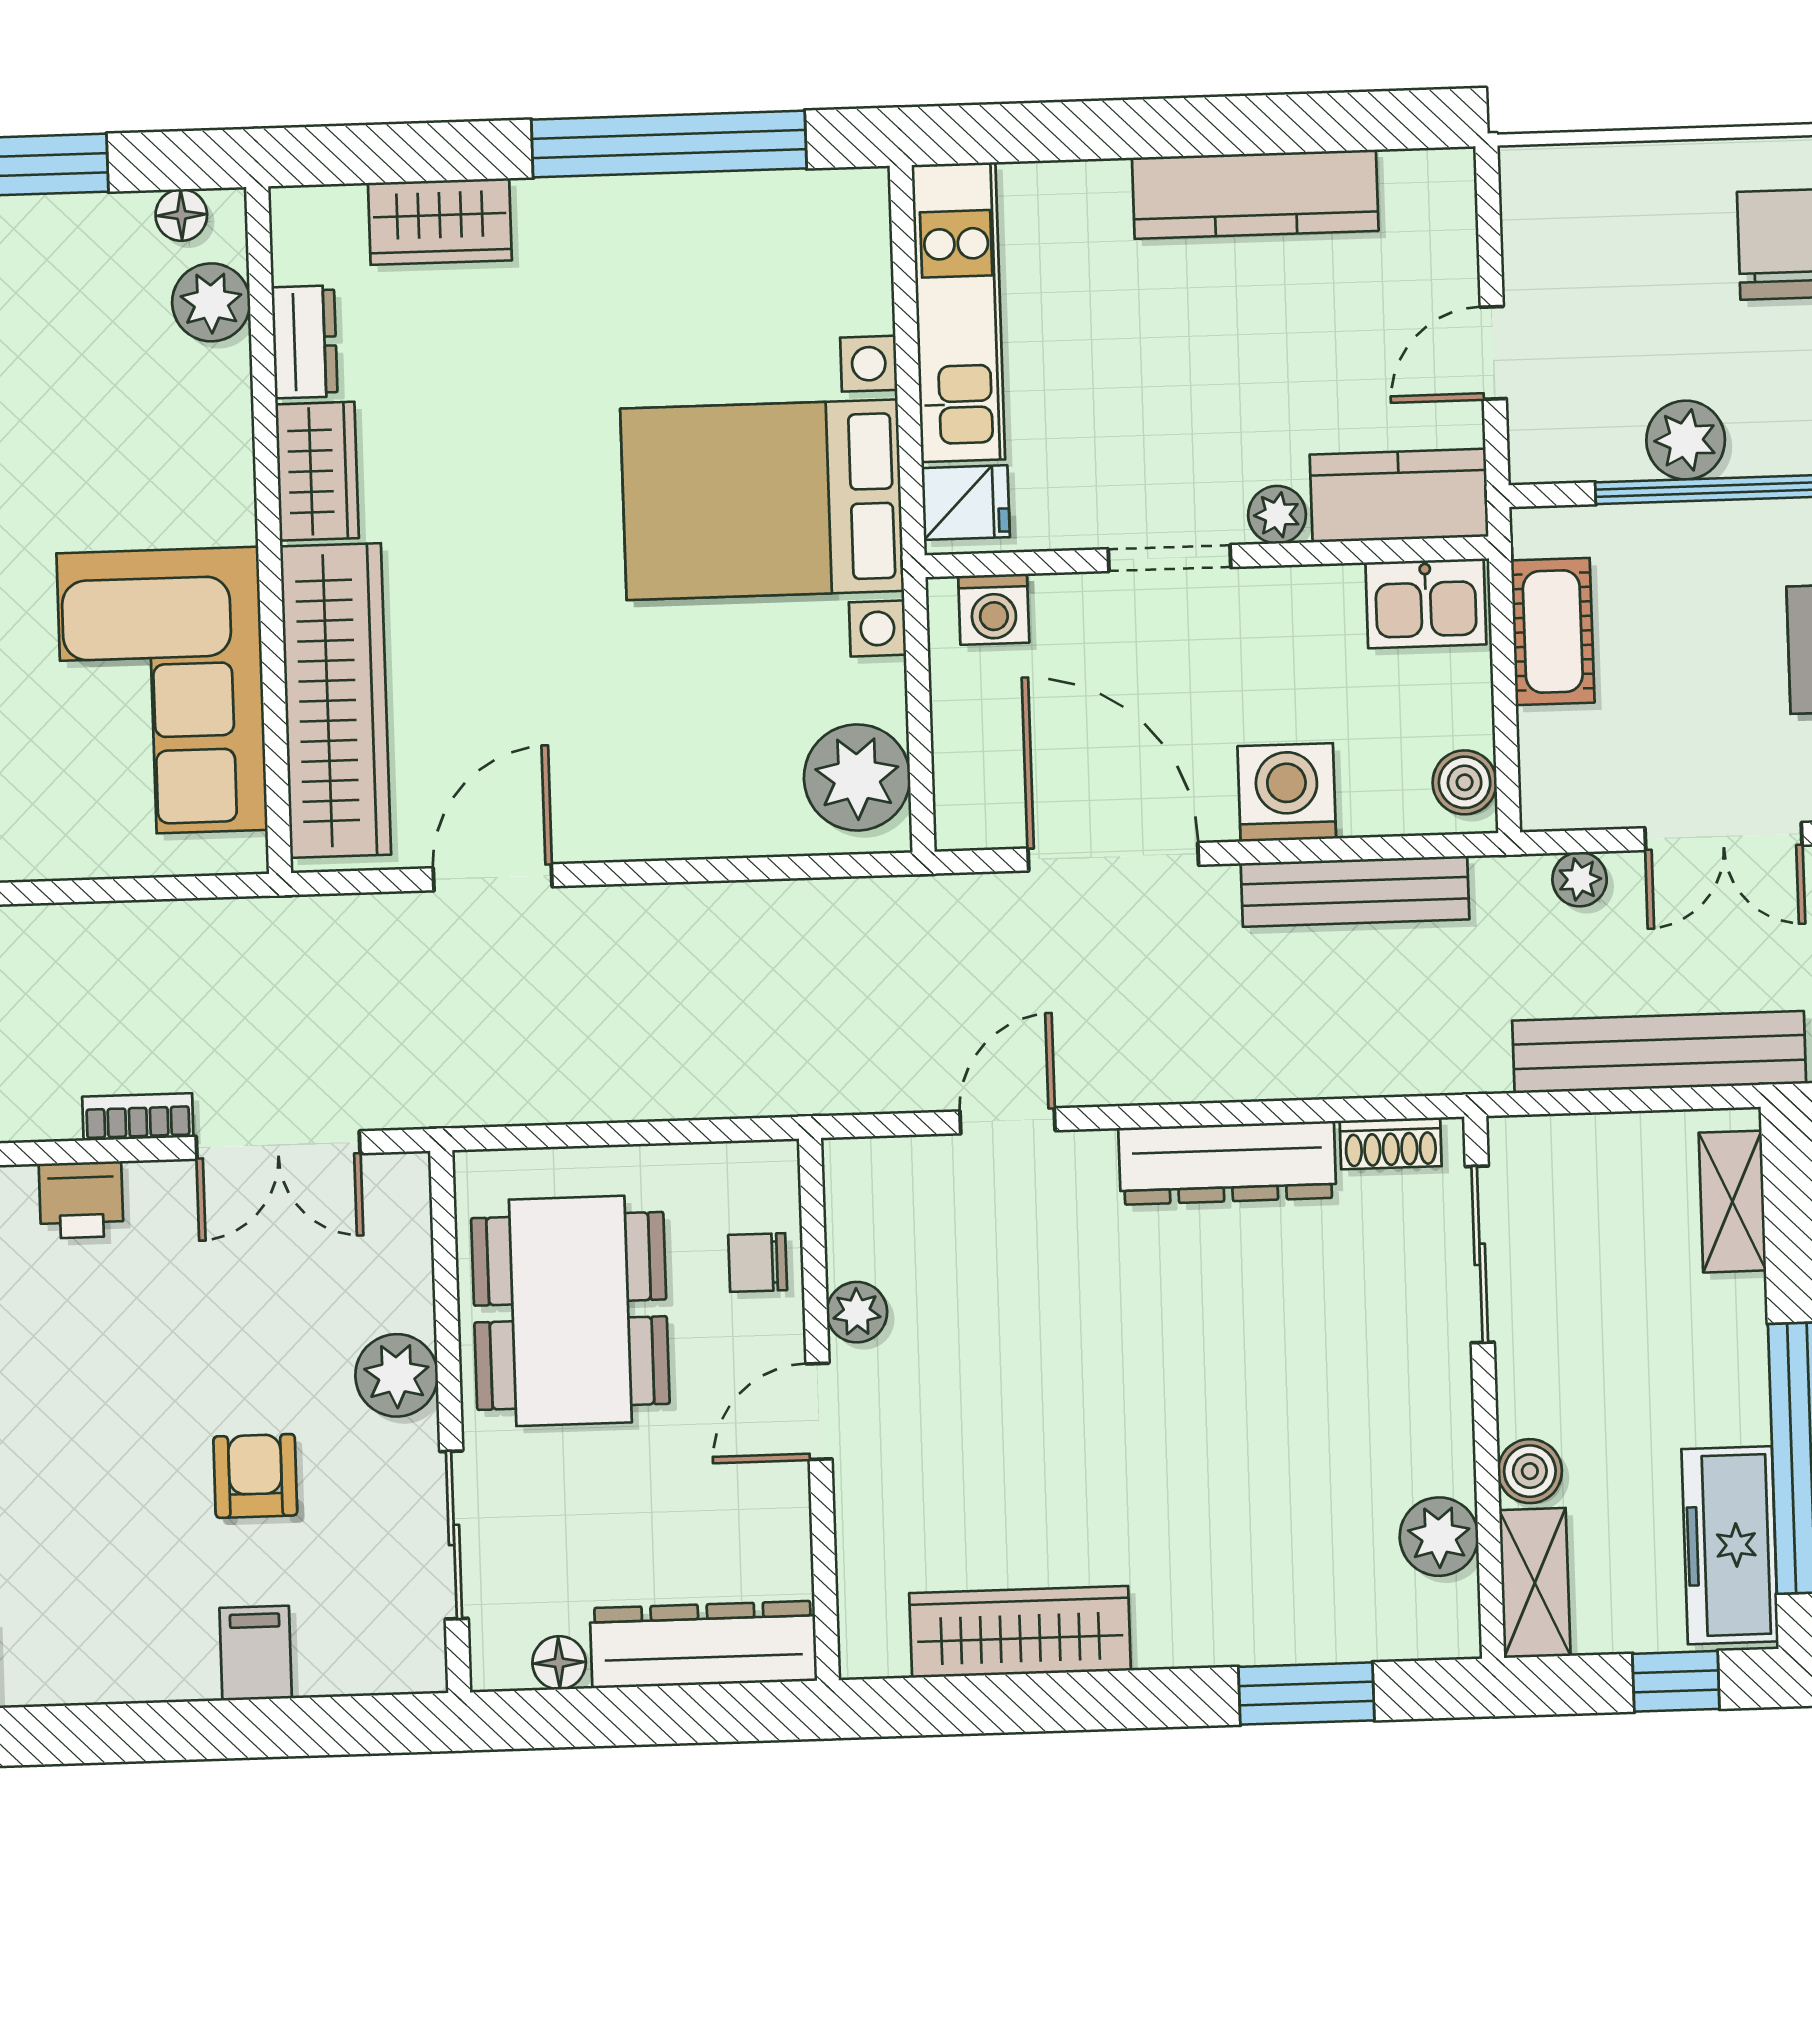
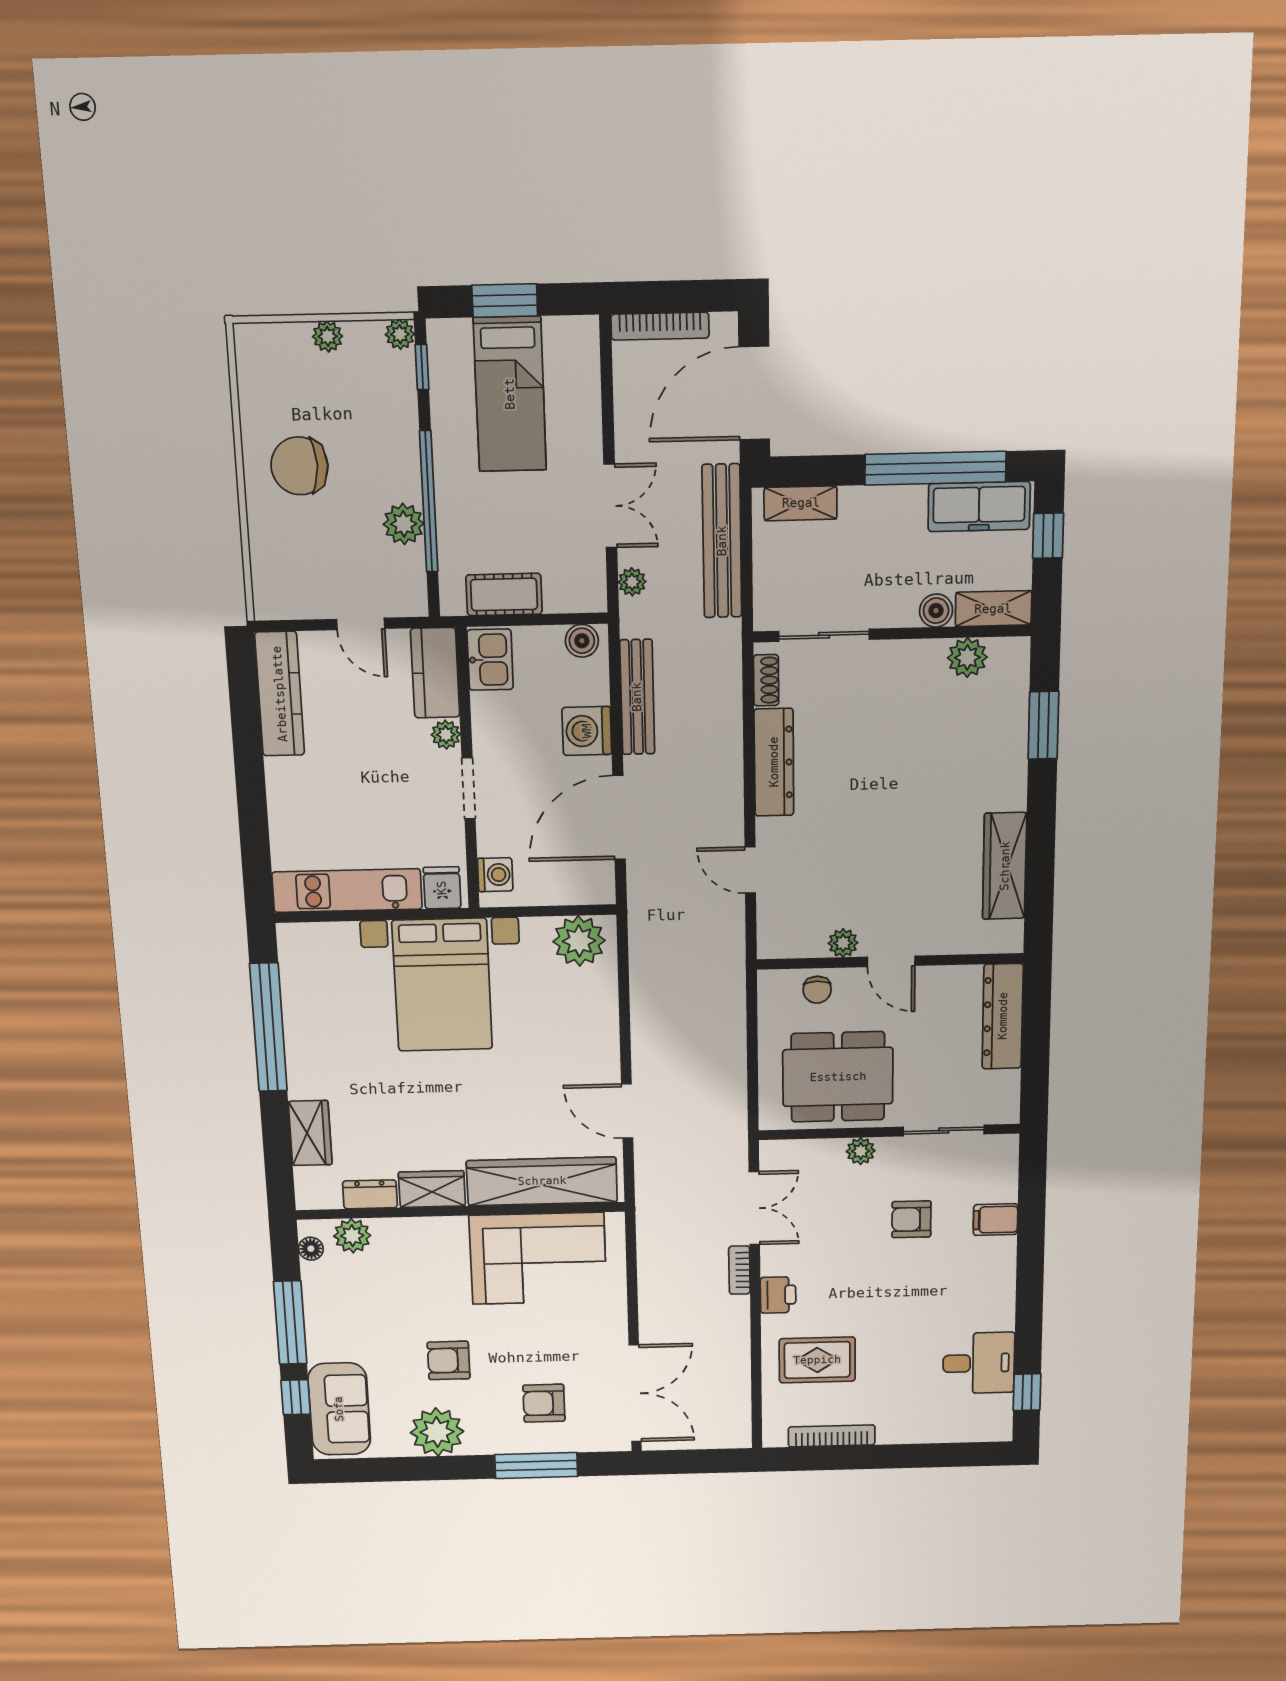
kitchen counter: (1255, 194) -> (280, 694), moved
plant: (397, 1375) -> (861, 1151), width x0.73, depth x0.73
floor lamp: (559, 1663) -> (1008, 1083), removed

